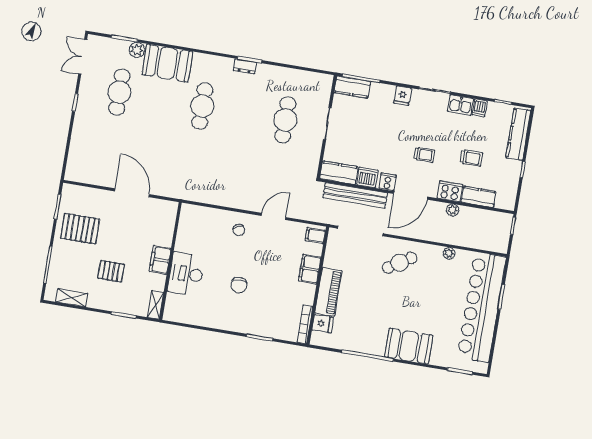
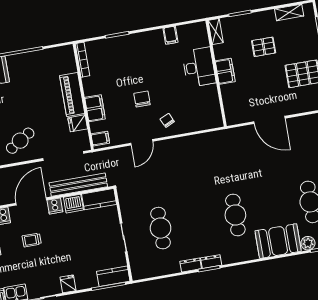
dresser: (267, 70) -> (191, 265), added
chair: (239, 285) -> (142, 99), moved
filing cabinet: (204, 318) -> (170, 35), added
fridge: (323, 324) -> (78, 123), moved

